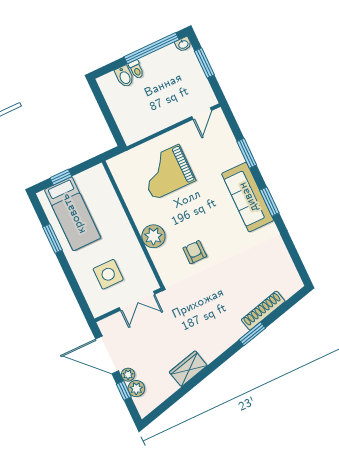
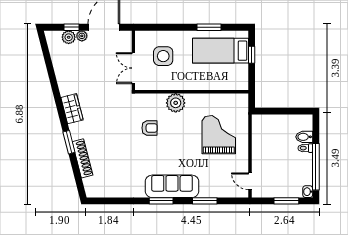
wardrobe: (188, 369) -> (72, 109), moved

